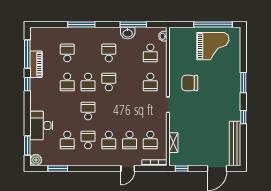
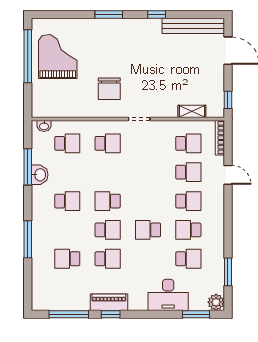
school desk: (109, 53) -> (67, 201), turned 180
piano: (36, 64) -> (109, 302), moved

